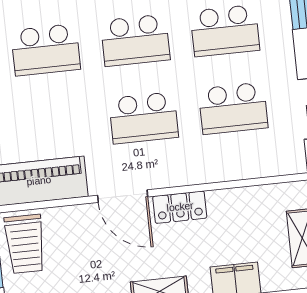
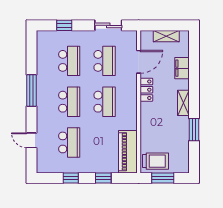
door: (123, 196) -> (139, 62), moved

